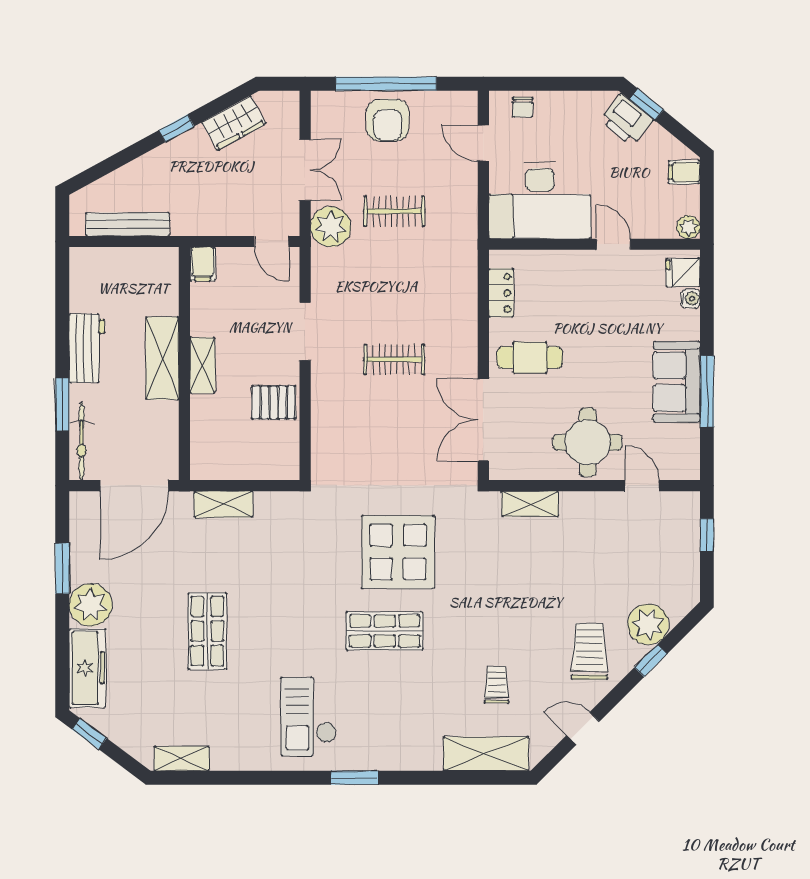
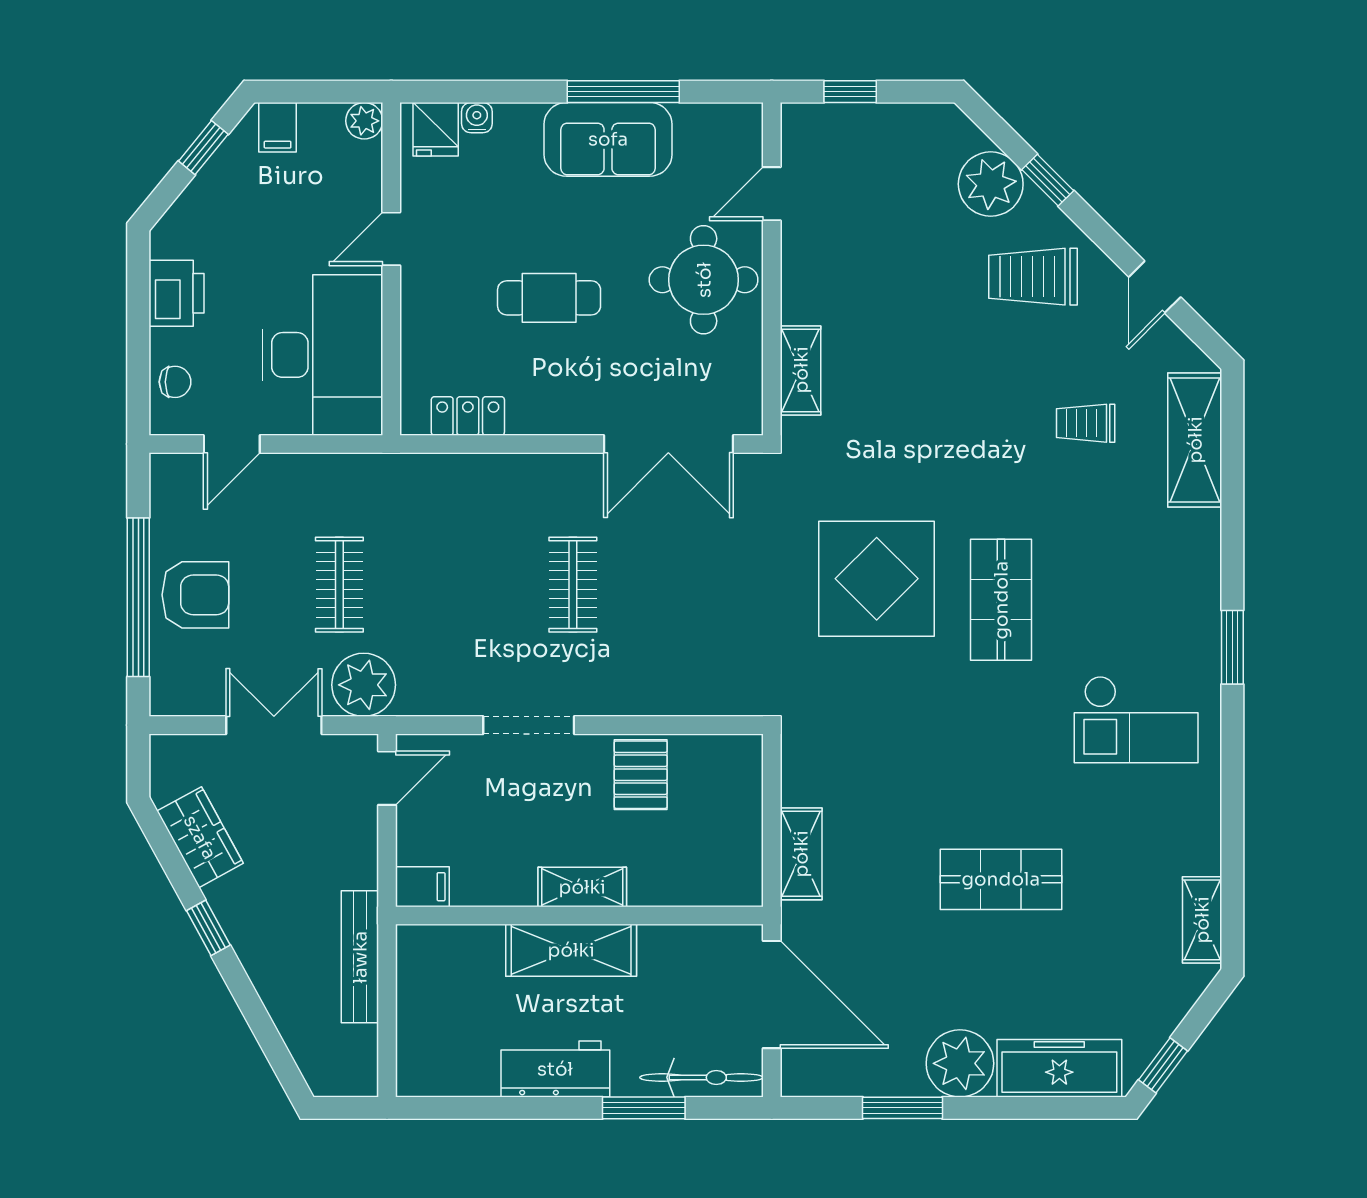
window: (646, 105) -> (203, 148), moved
printer: (627, 120) -> (177, 293), moved, turned -39
bench: (128, 224) -> (360, 957), moved
cafe table: (530, 358) -> (549, 298), moved, turned 90

